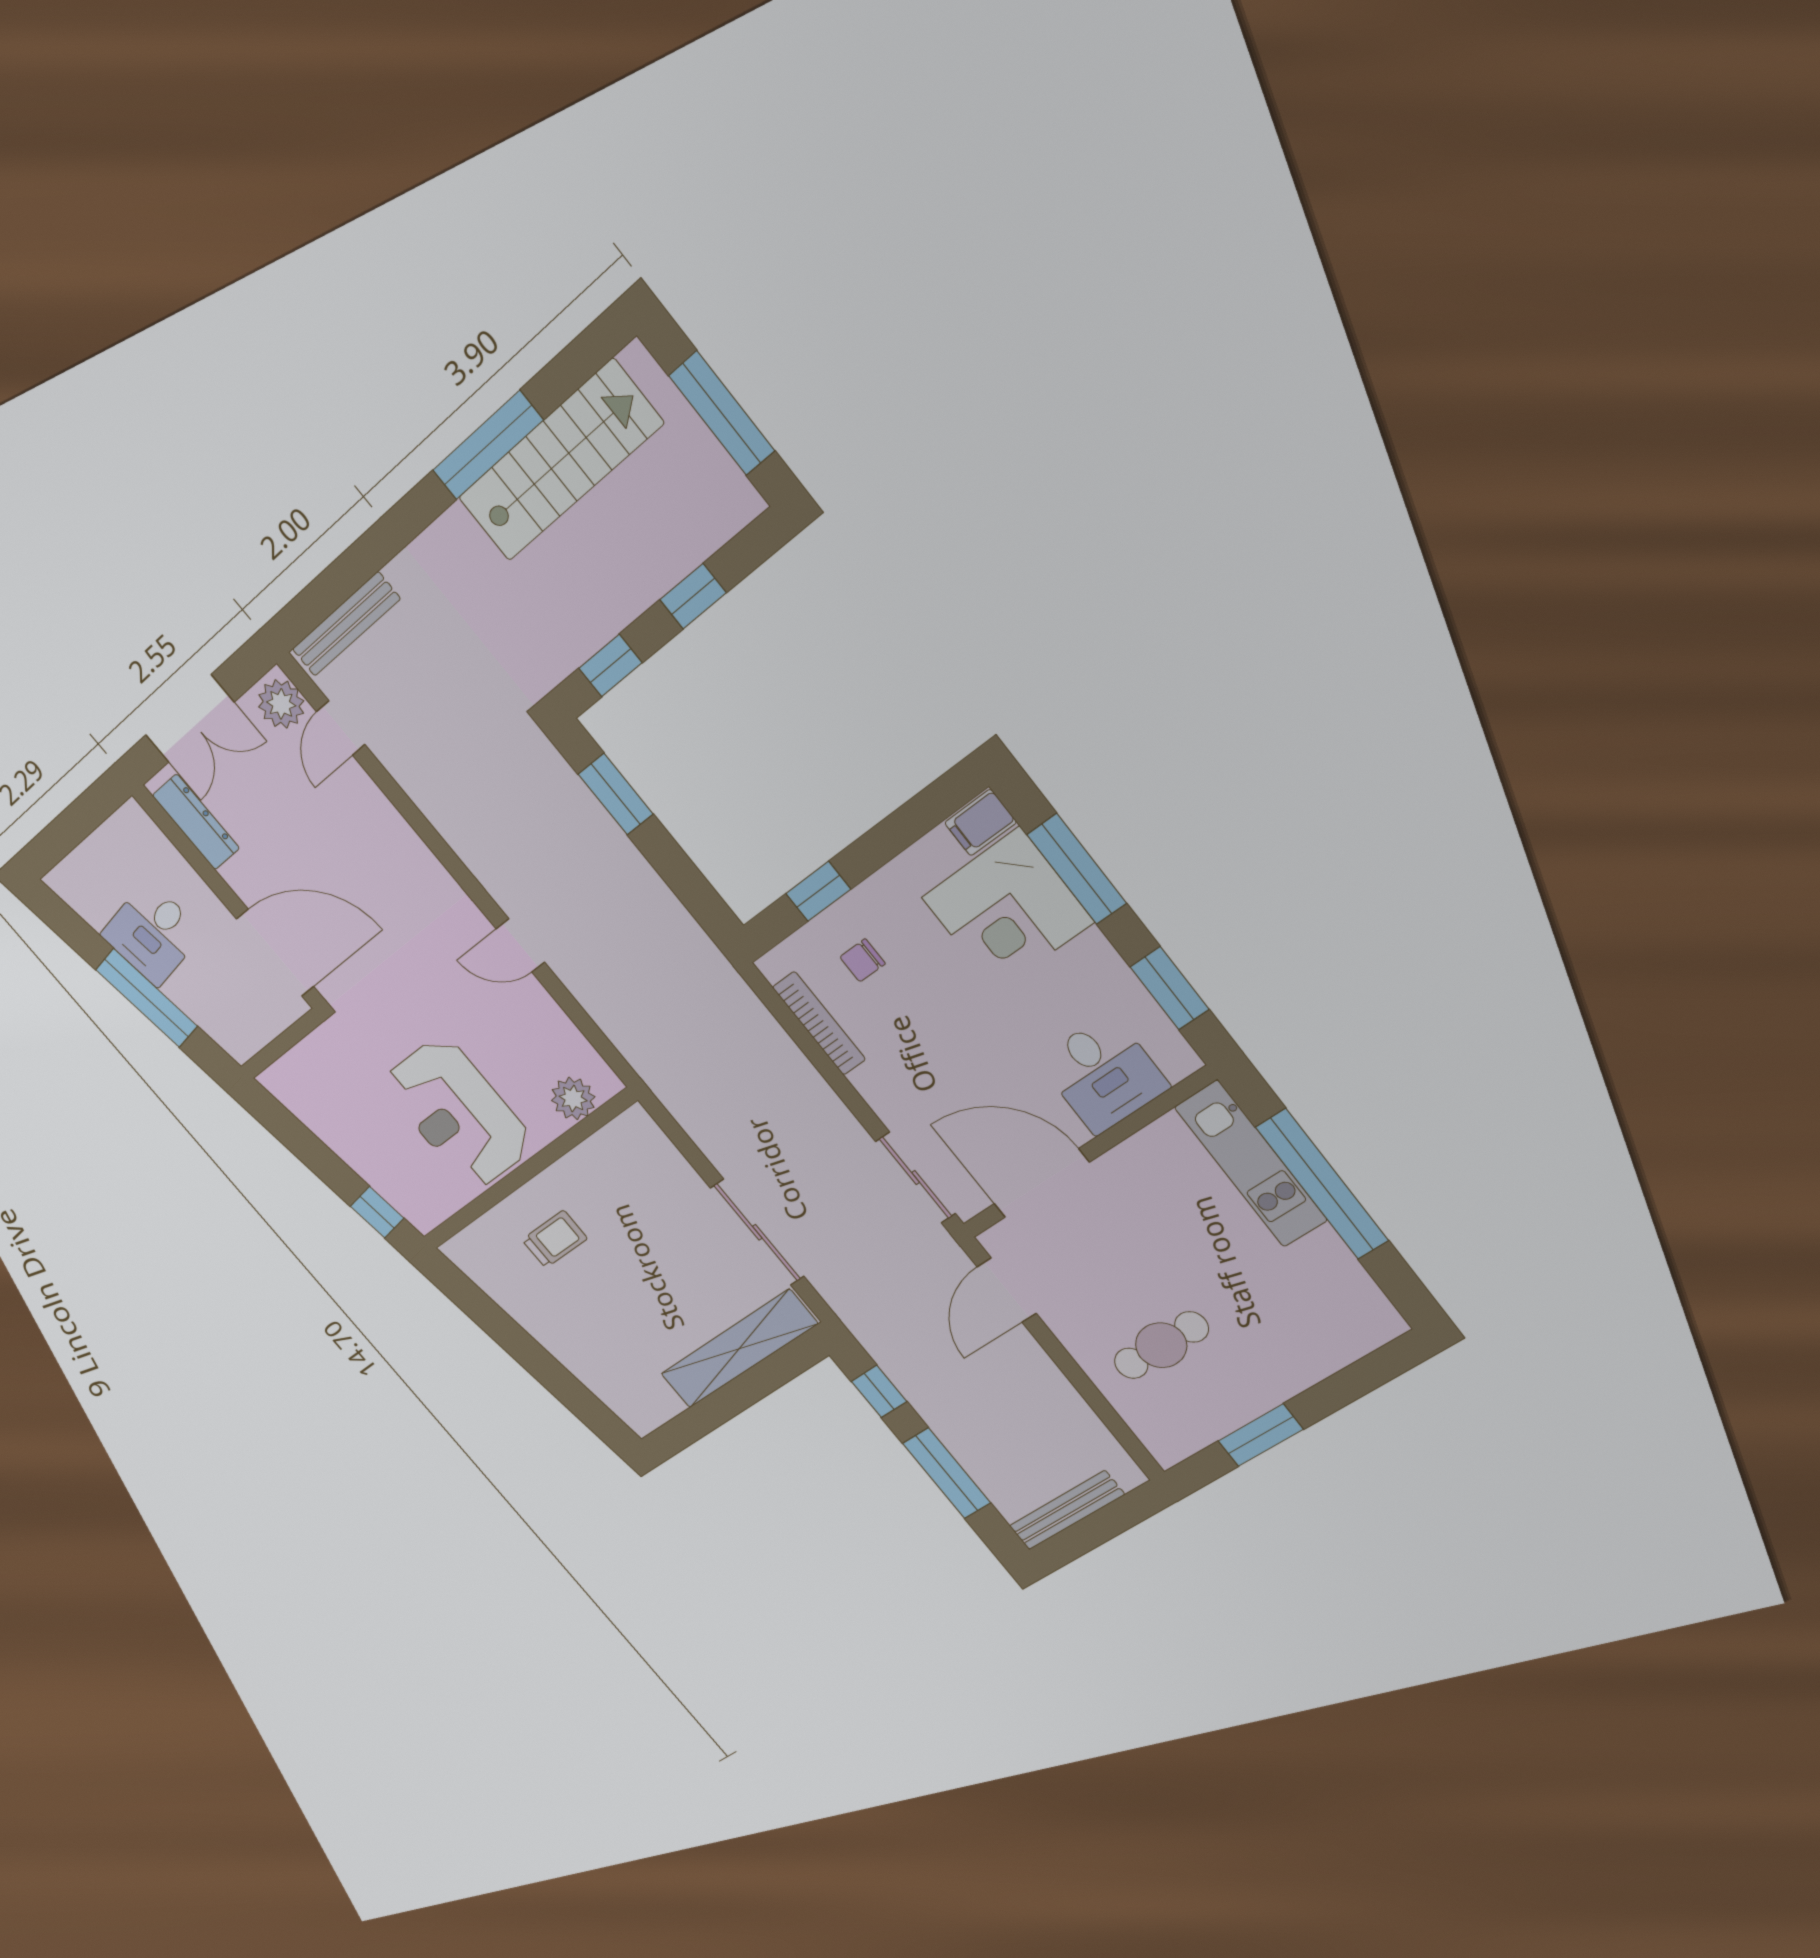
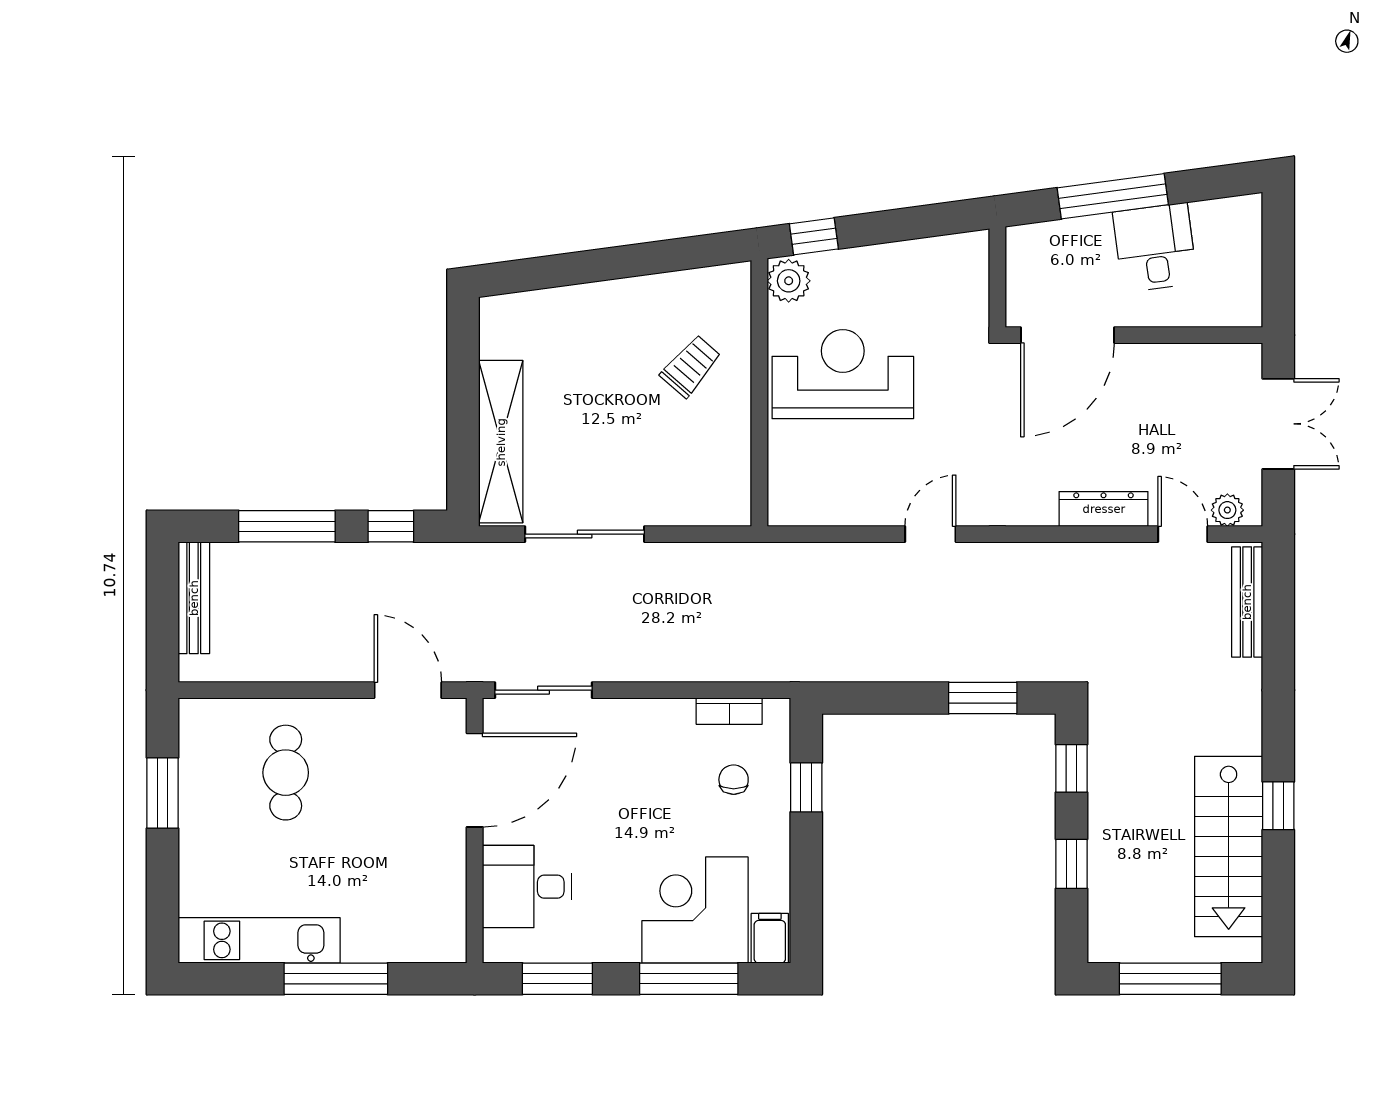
window: (488, 445) -> (1278, 806), width x0.46
plant: (281, 704) -> (1227, 510), width x0.73, depth x0.73
double door: (190, 719) -> (1278, 424), swing flipped
dresser: (196, 822) -> (1104, 509), moved, turned 180
bookcase: (819, 1023) -> (729, 711), width x0.64
plant: (573, 1099) -> (789, 281), moved
kitchen unit: (1251, 1164) -> (259, 940), moved
window: (1322, 1184) -> (336, 979), width x0.68
trolley: (555, 1239) -> (691, 366), turned -139

